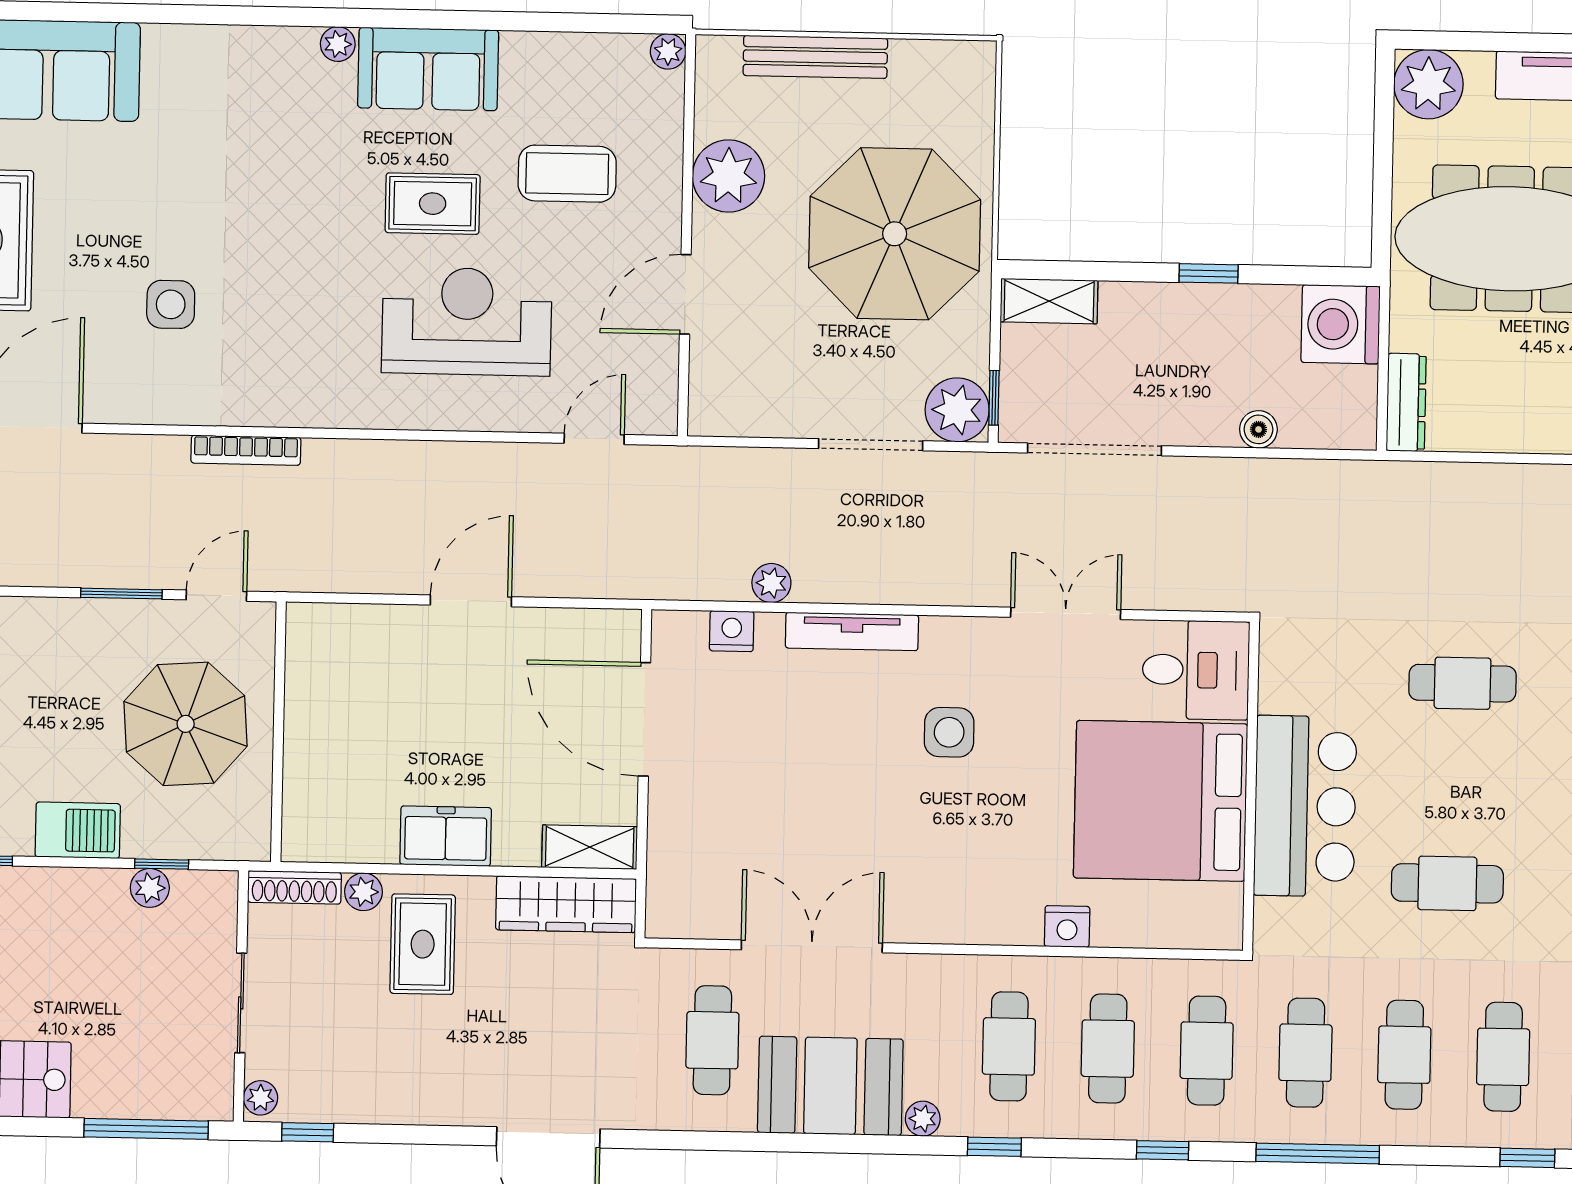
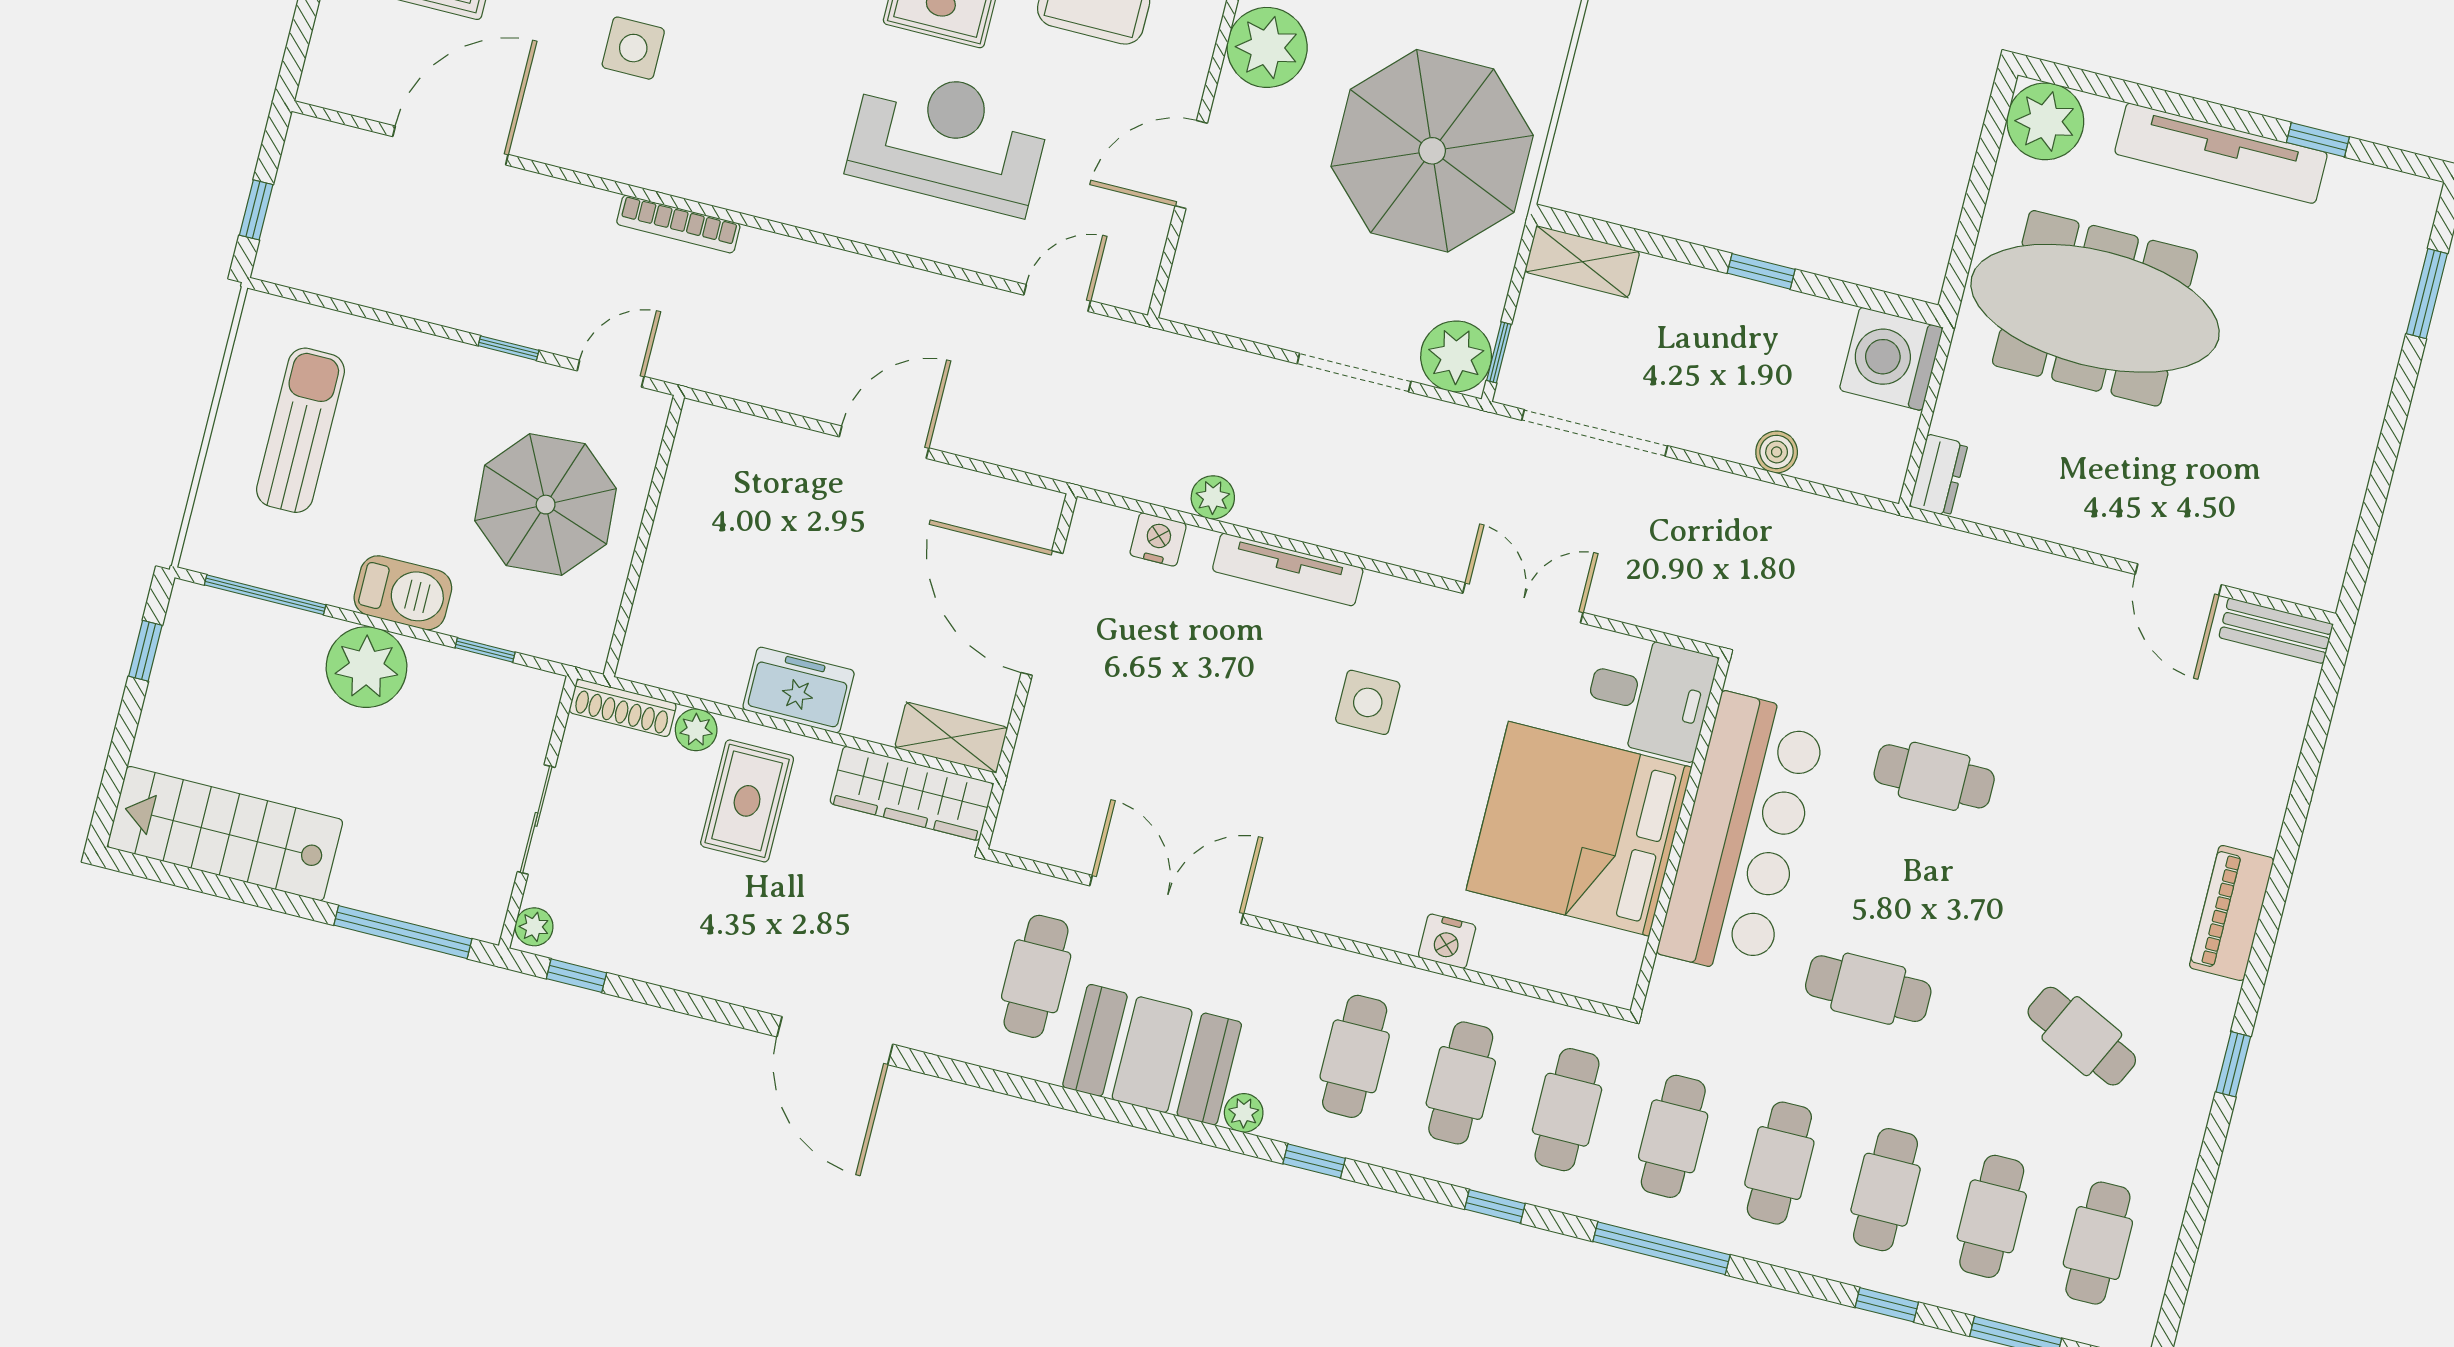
dresser: (1406, 402) -> (1939, 475), width x0.70
window: (121, 594) -> (509, 348), width x0.67
bar counter: (1305, 806) -> (1743, 835), width x1.36
plant: (150, 888) -> (367, 667), moved, width x1.88, depth x1.88

